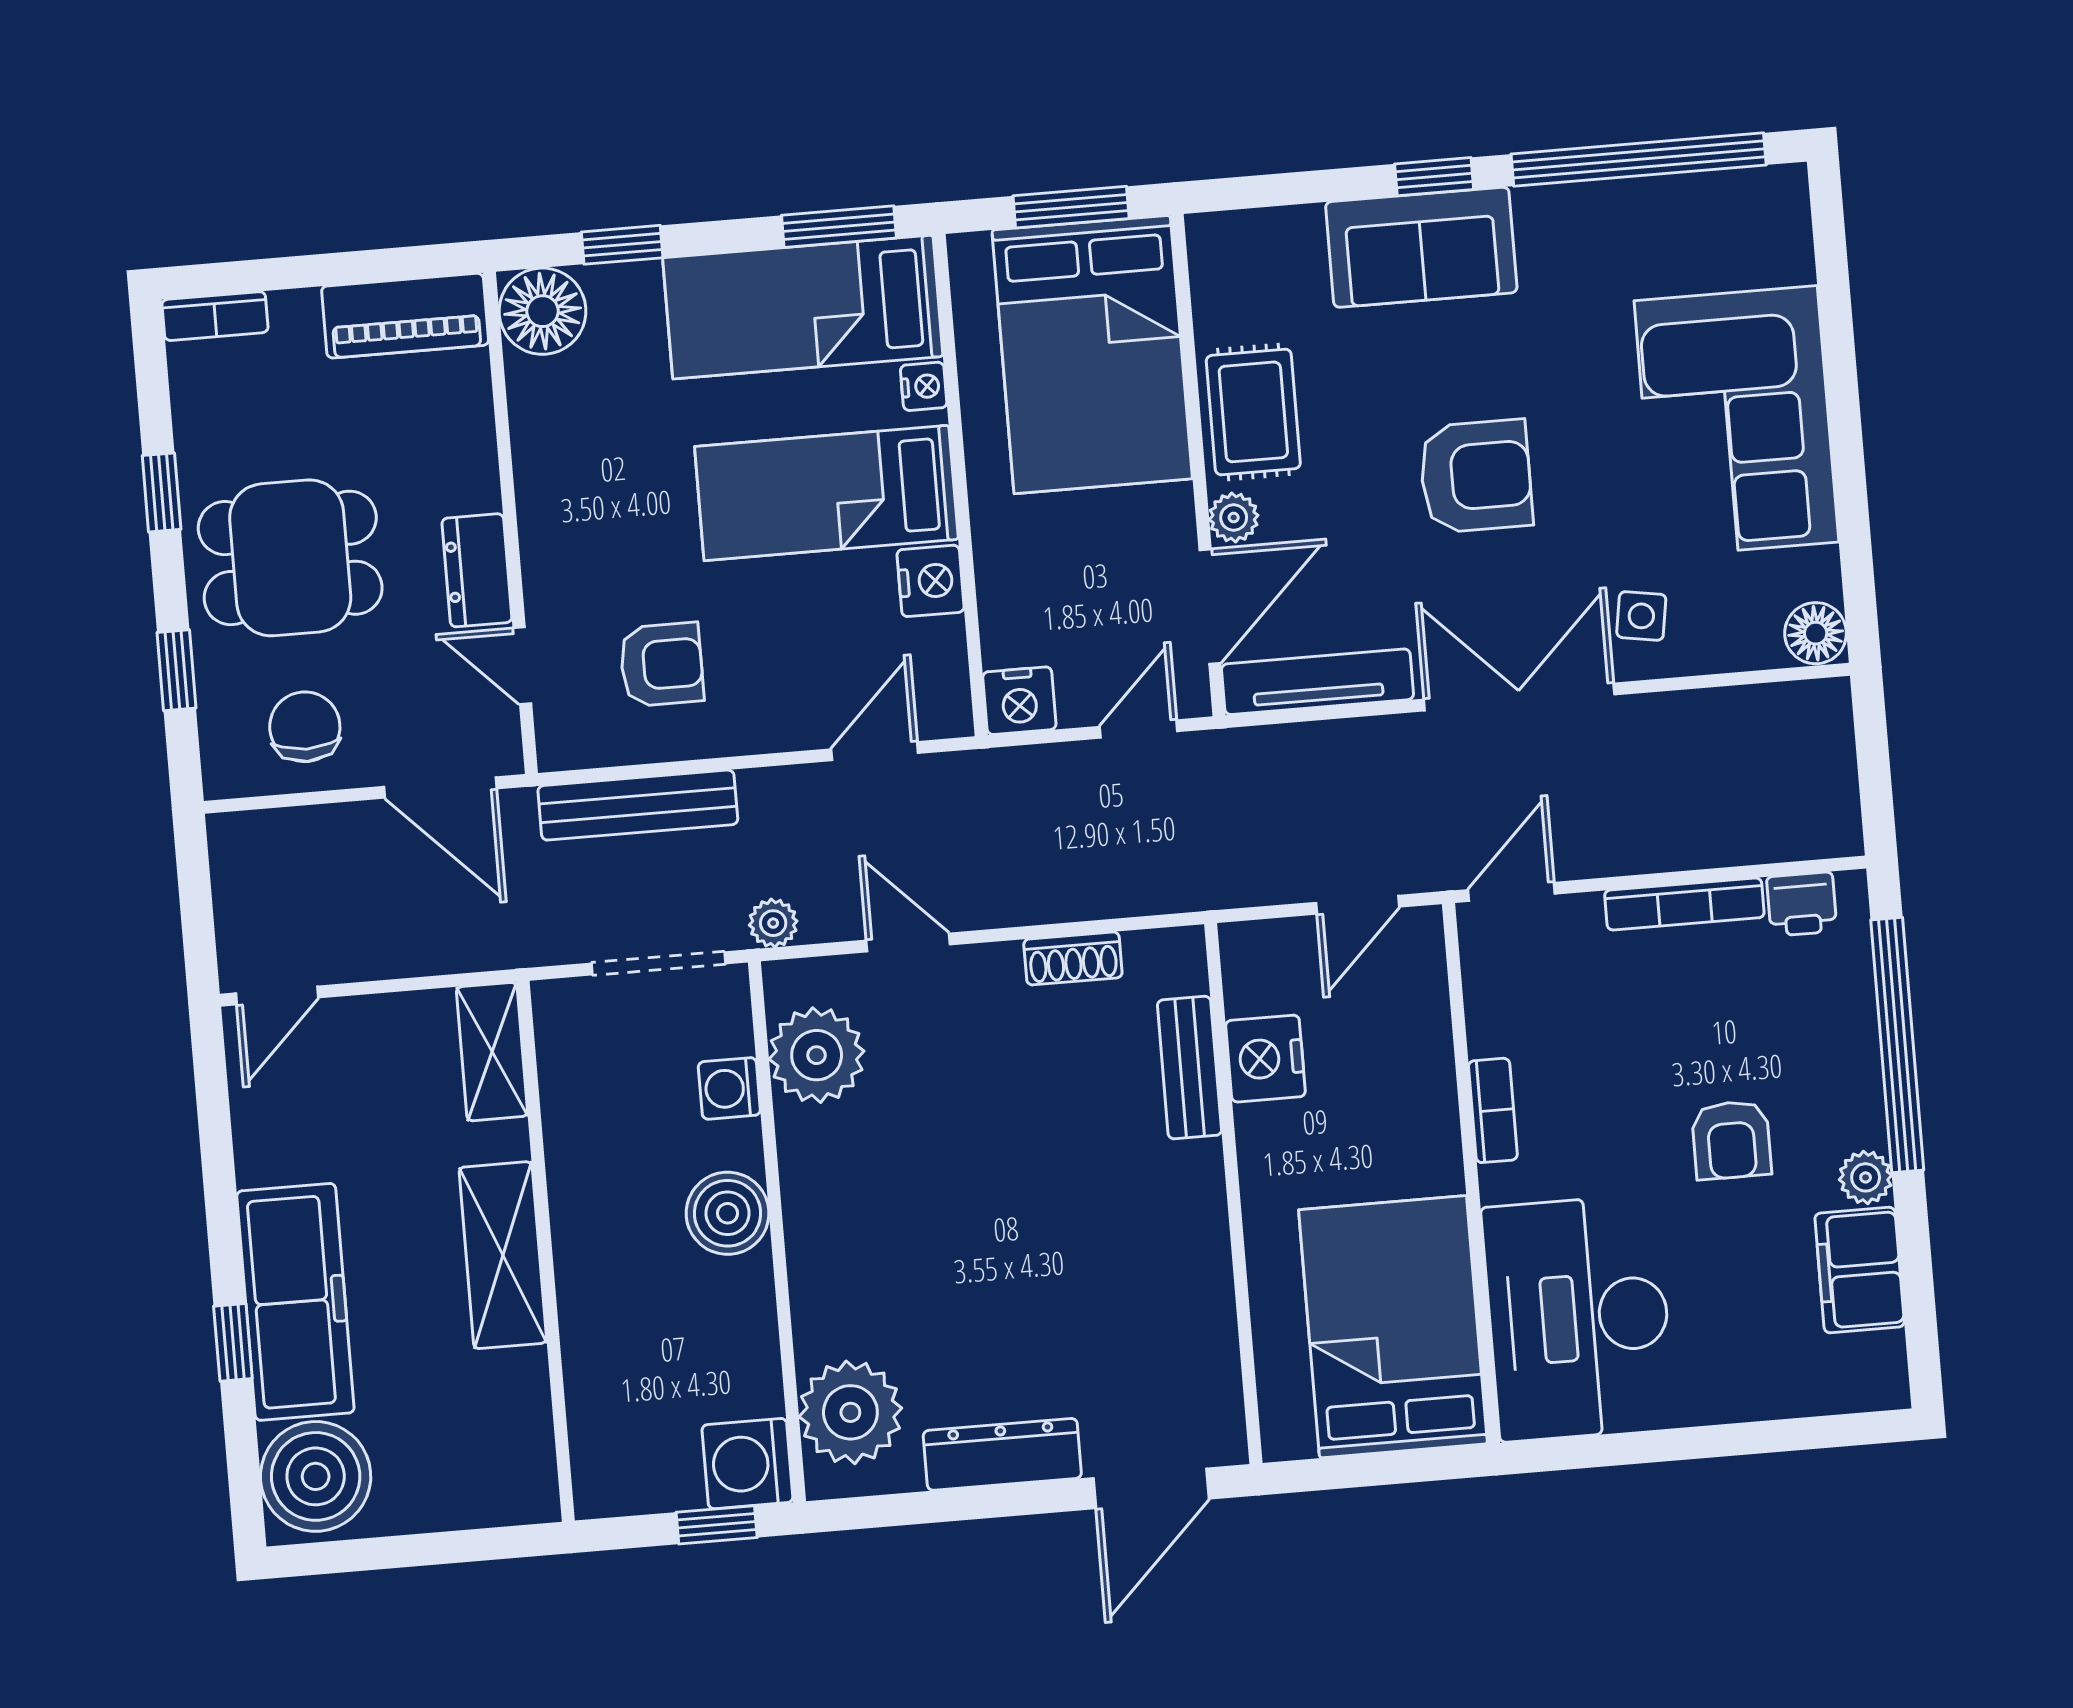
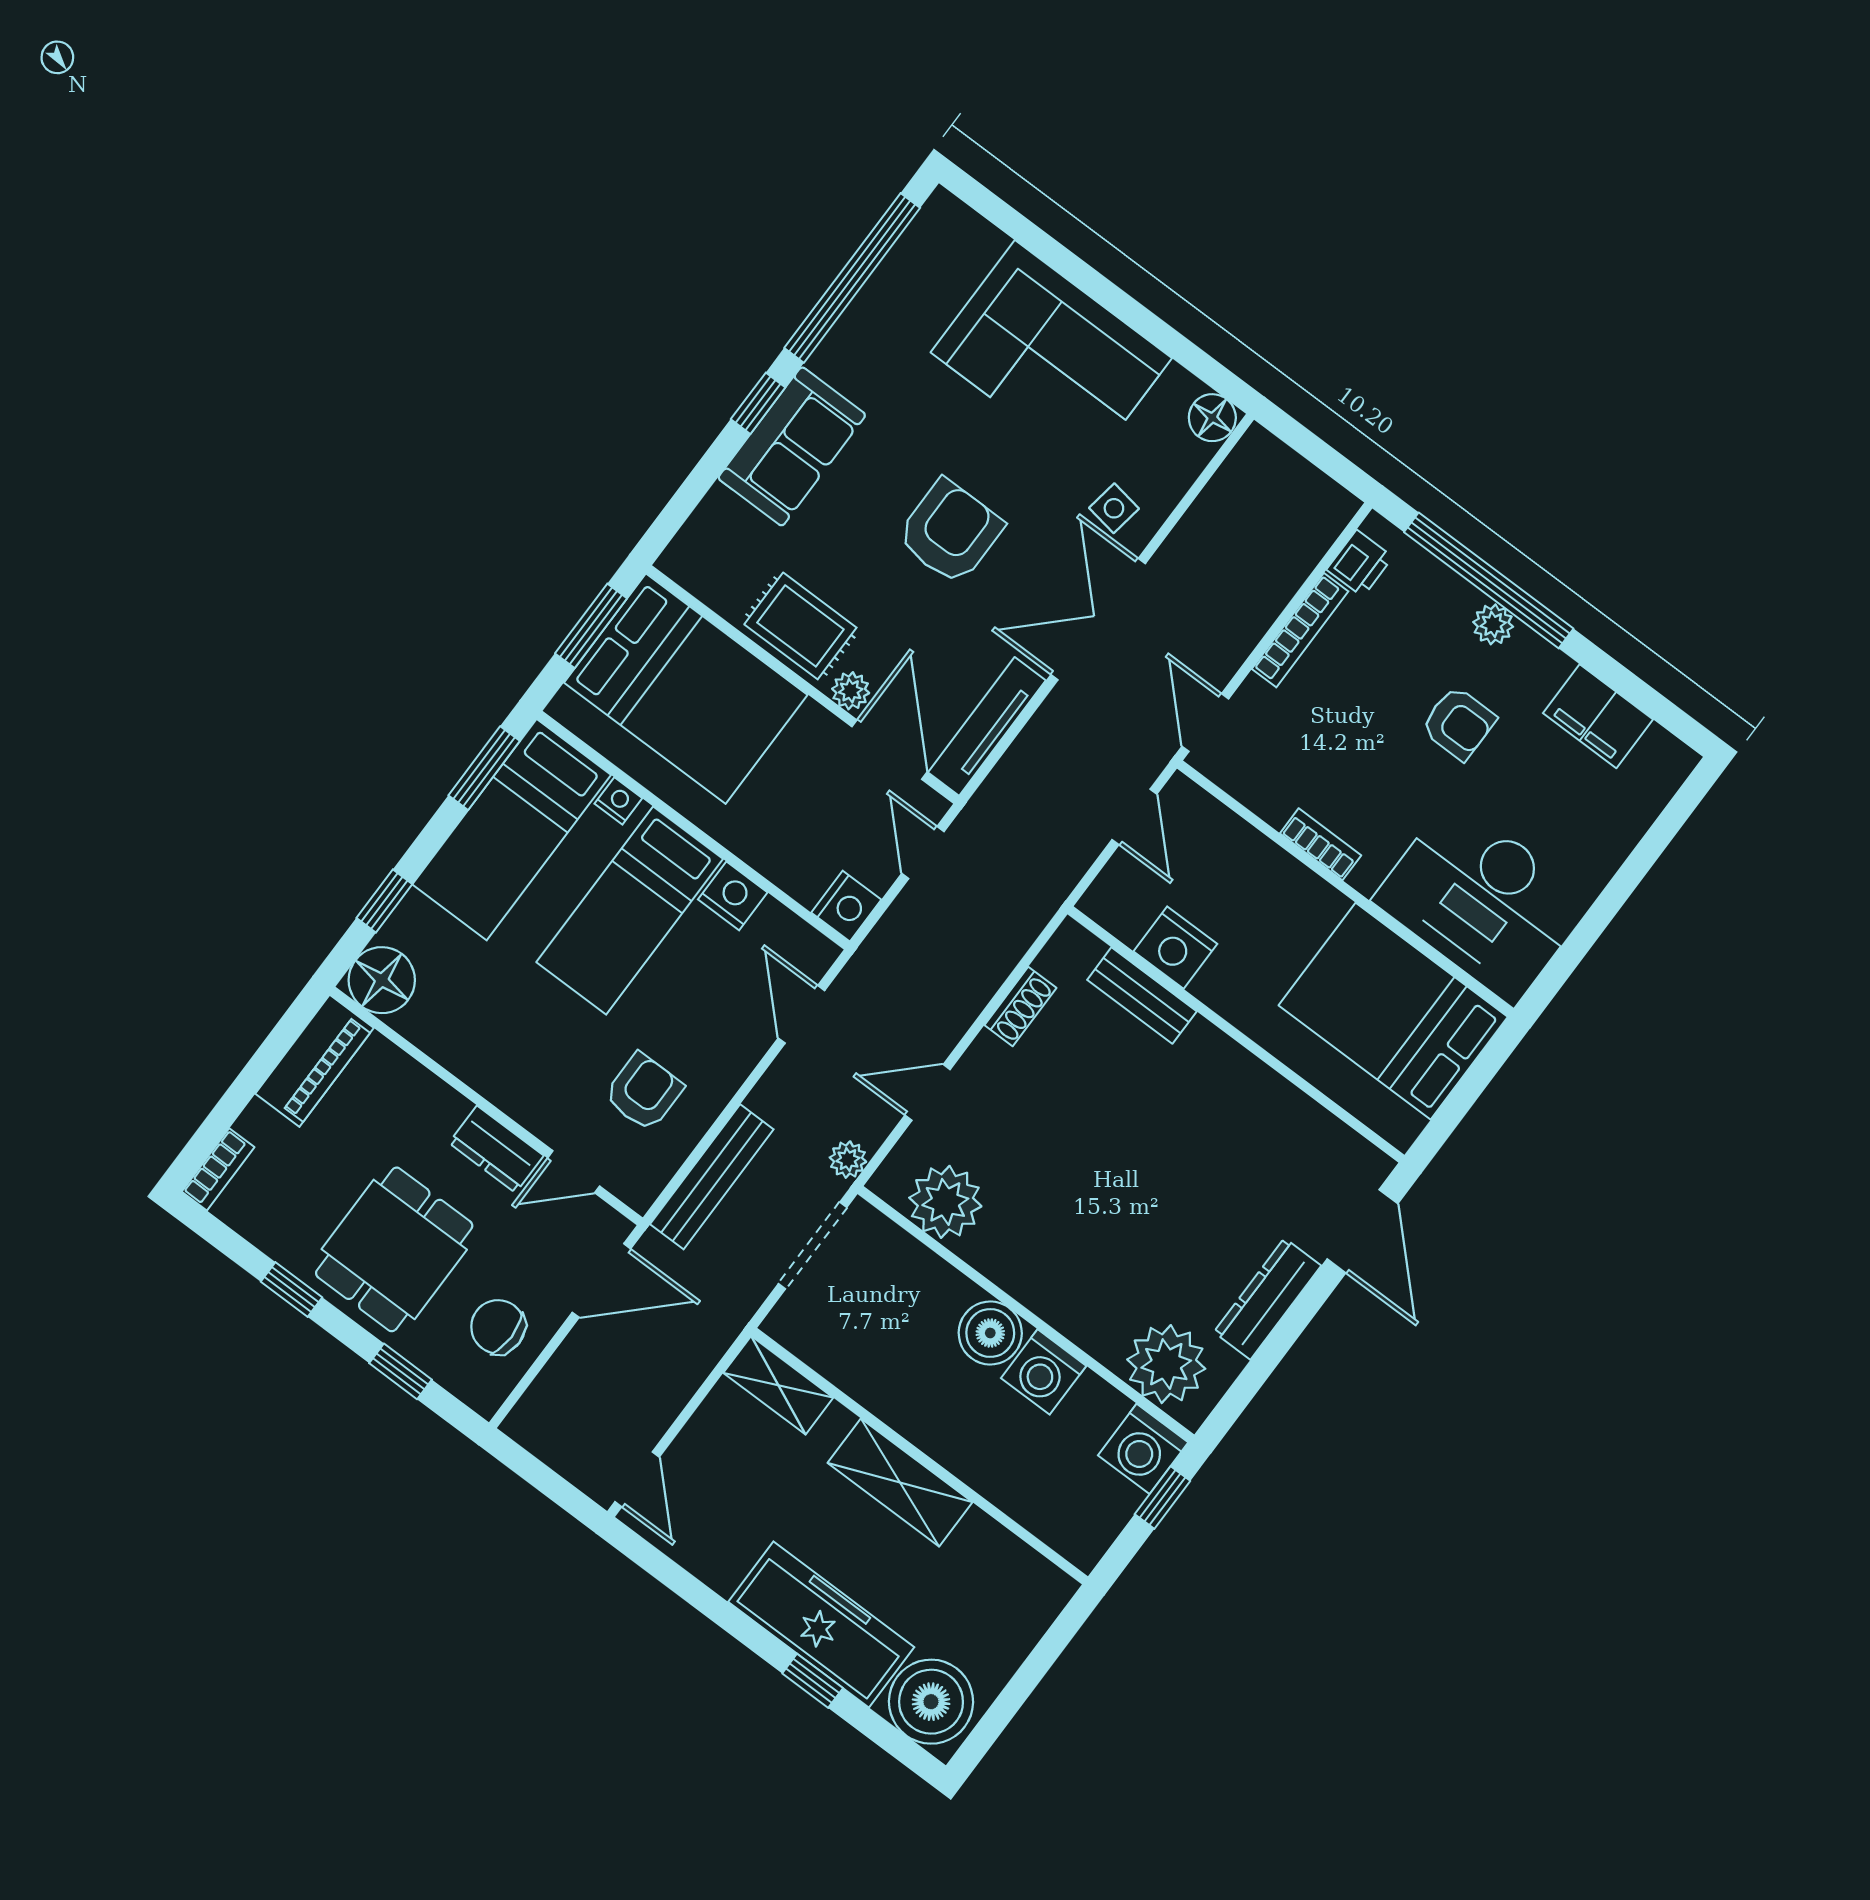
washing machine: (729, 1088) -> (1044, 1372), moved, width x1.38, depth x1.38
plant: (1866, 1177) -> (1493, 624), moved

